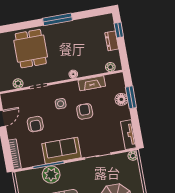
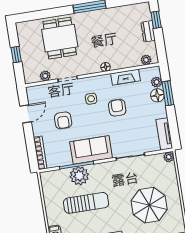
plant: (120, 87) -> (157, 82), added

